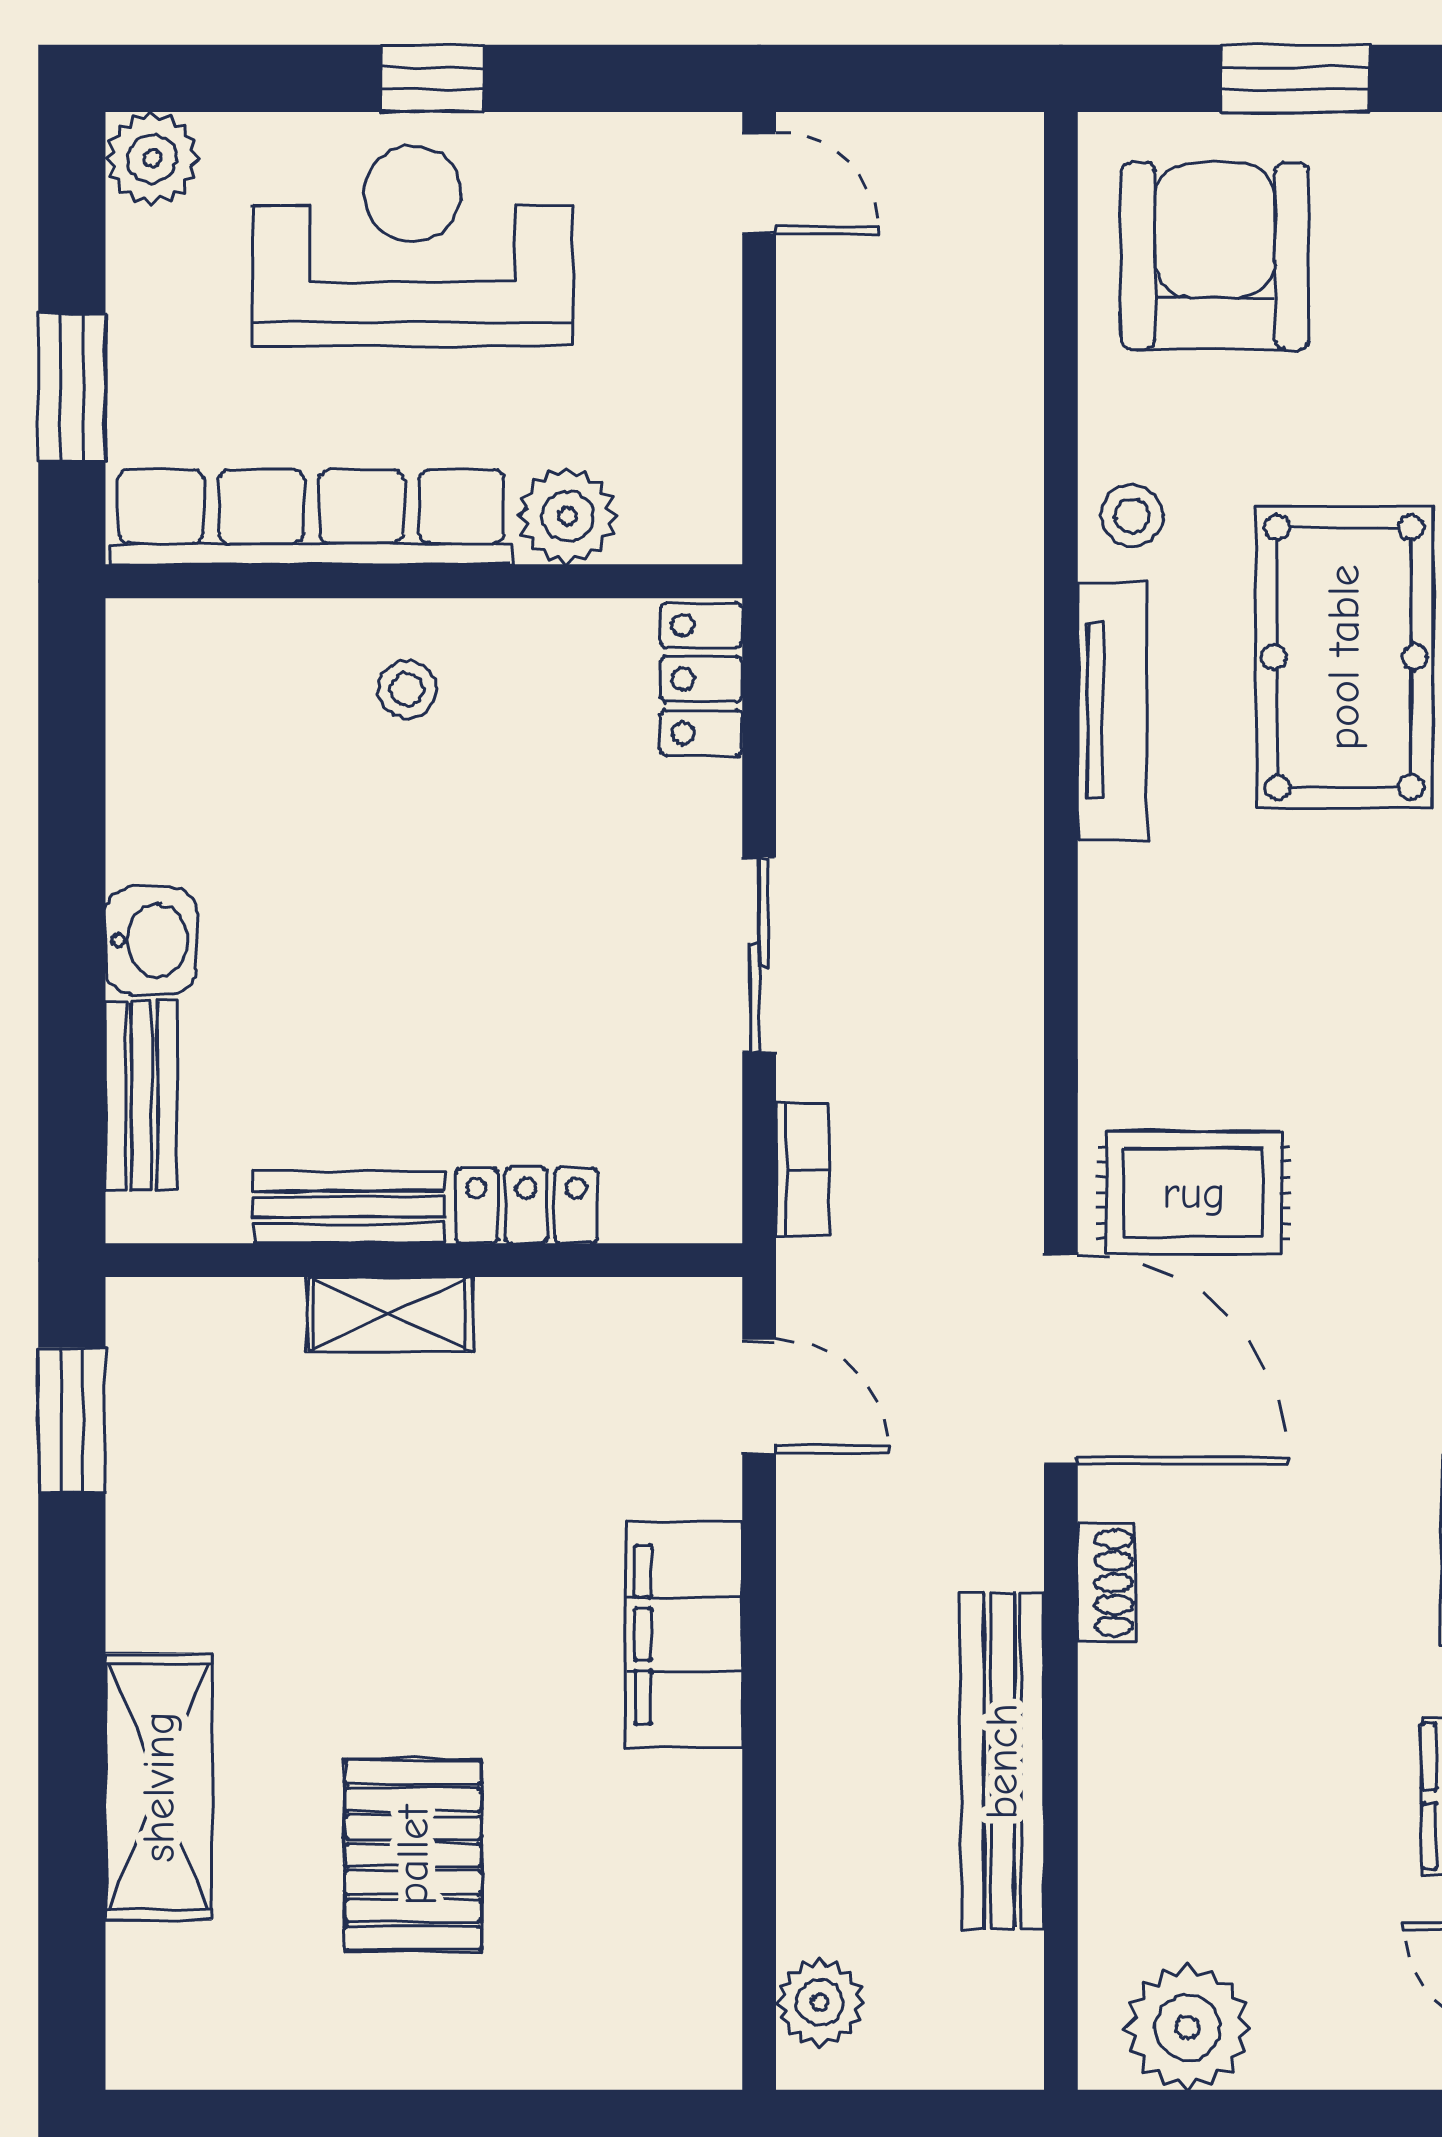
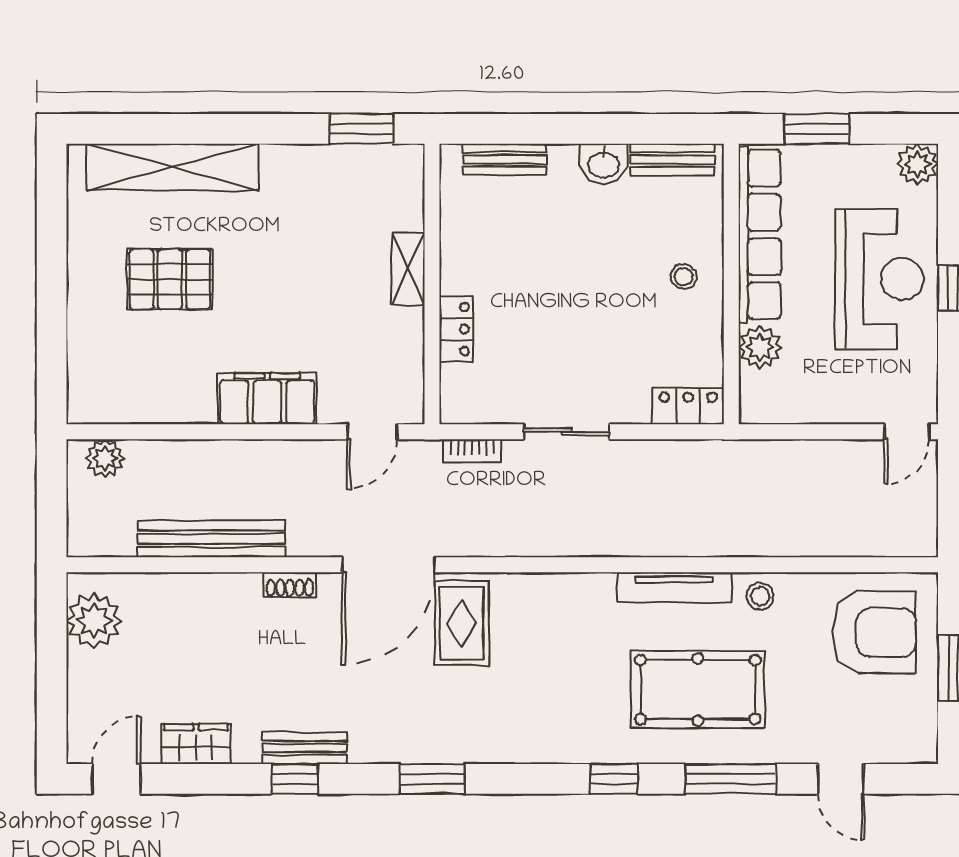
washbasin: (151, 940) -> (604, 164), moved
bench: (349, 1207) -> (672, 160), moved, turned 90
shelving: (159, 1787) -> (173, 167), width x1.47

